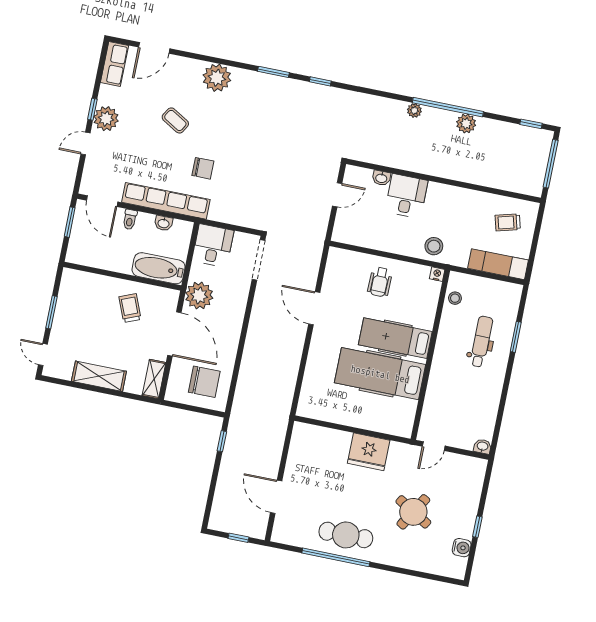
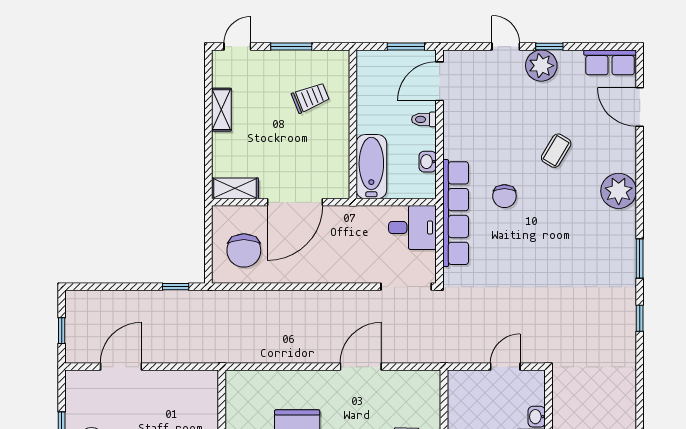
door: (337, 195) -> (505, 367), swing flipped
row of seats: (166, 201) -> (456, 213), moved
plant: (199, 296) -> (348, 223), removed
trolley: (130, 308) -> (310, 98), moved
shelving: (99, 376) -> (221, 110), width x0.67, depth x0.75

